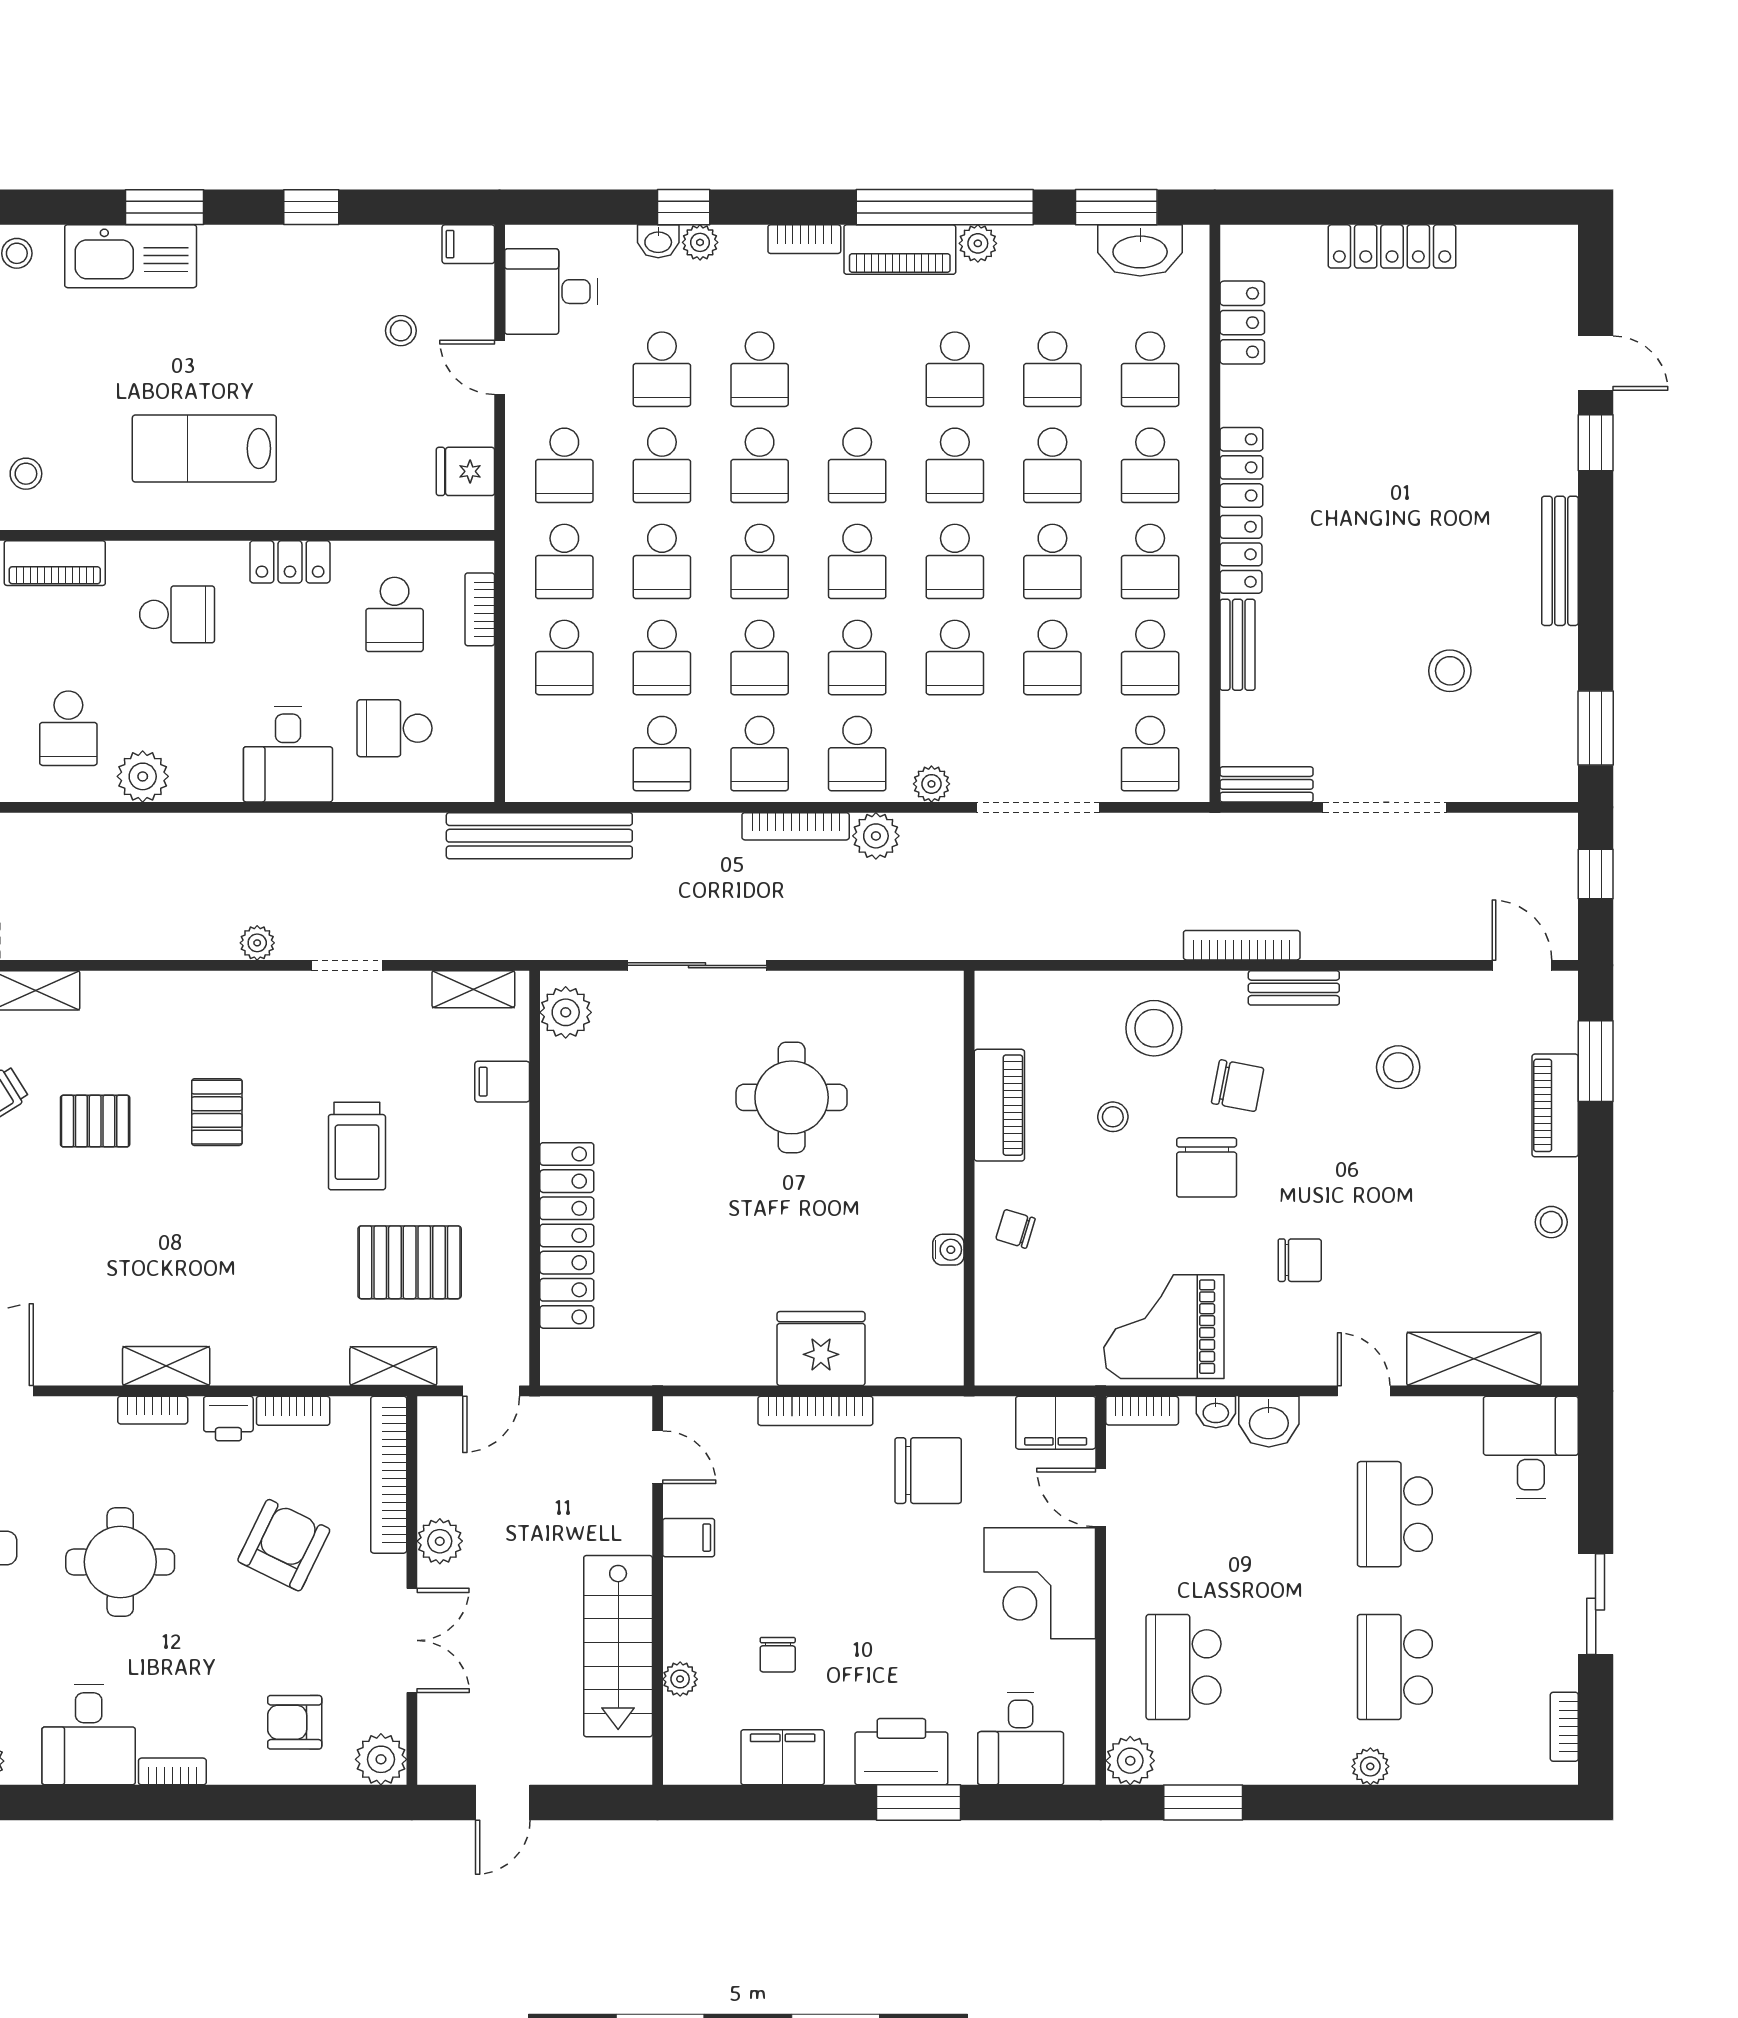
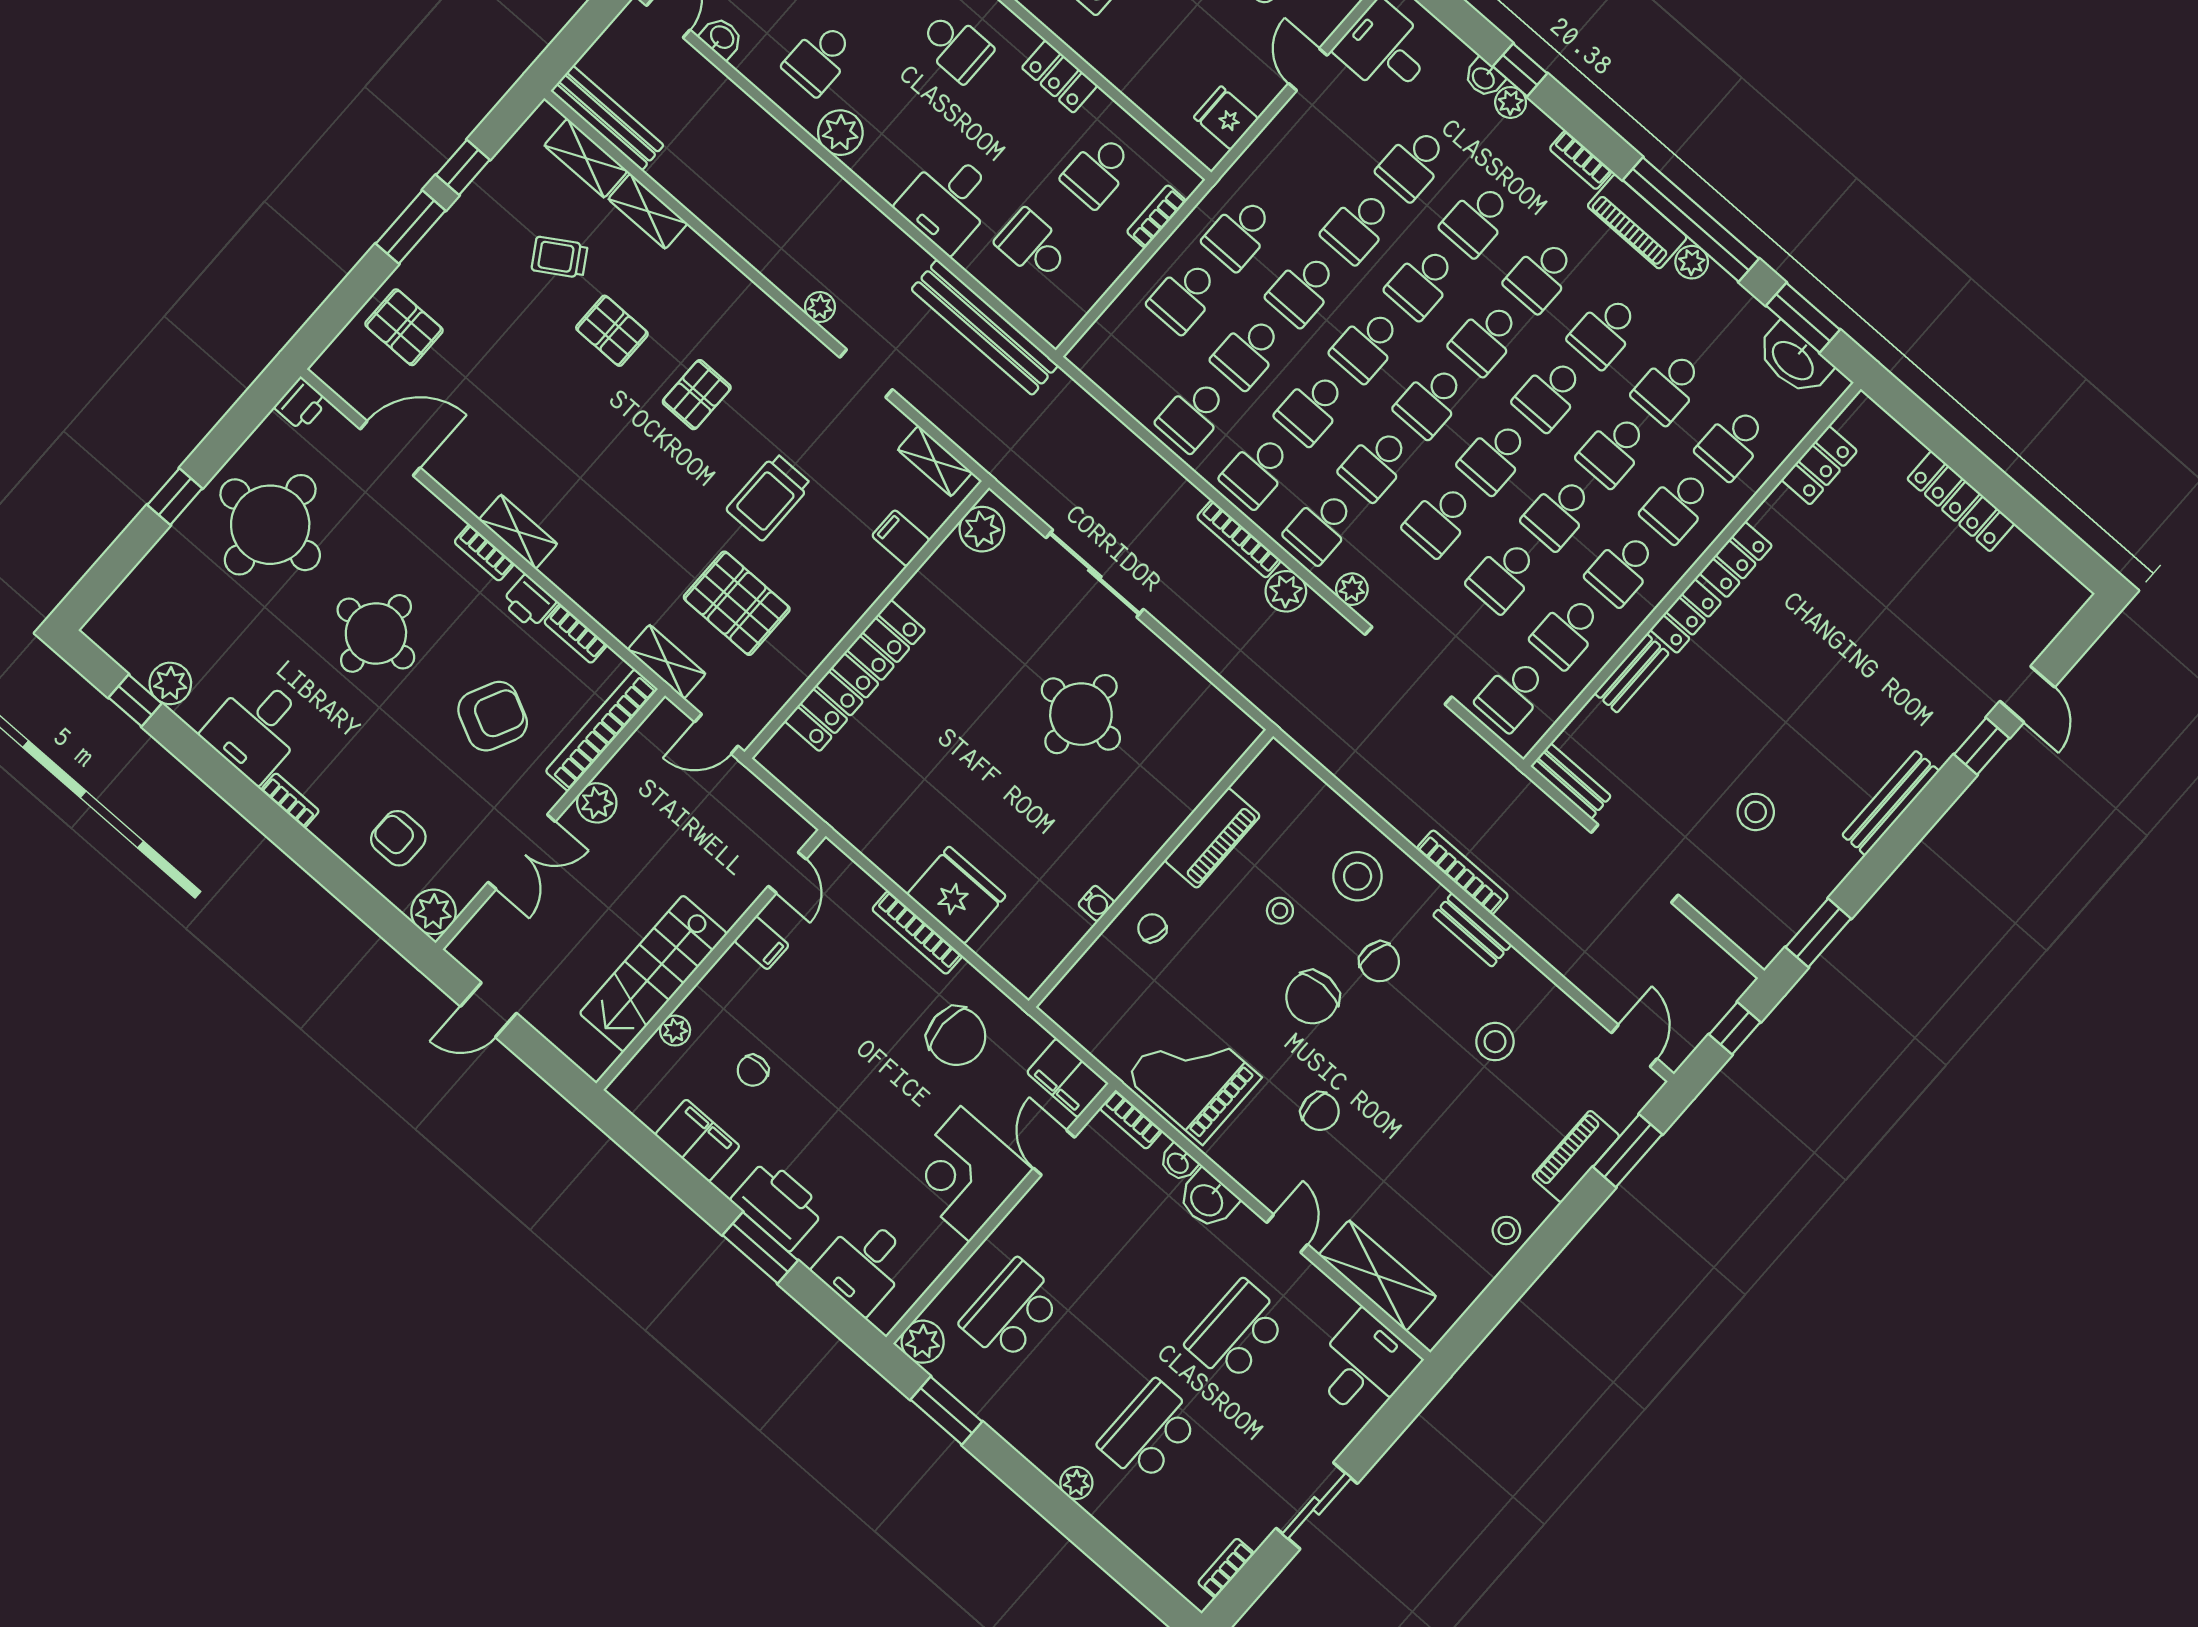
school desk: (564, 465) -> (1541, 275), moved
bench: (539, 836) -> (985, 327), moved

